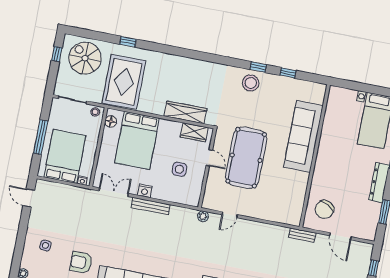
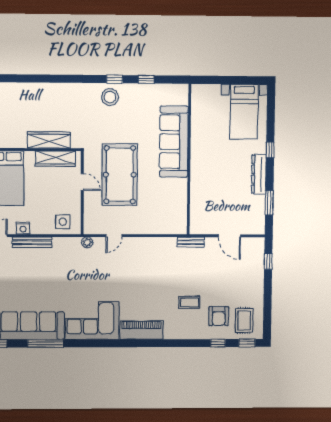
wardrobe: (194, 132) -> (55, 159), width x1.50
side table: (179, 169) -> (63, 222), moved
chair: (324, 210) -> (209, 212), removed

